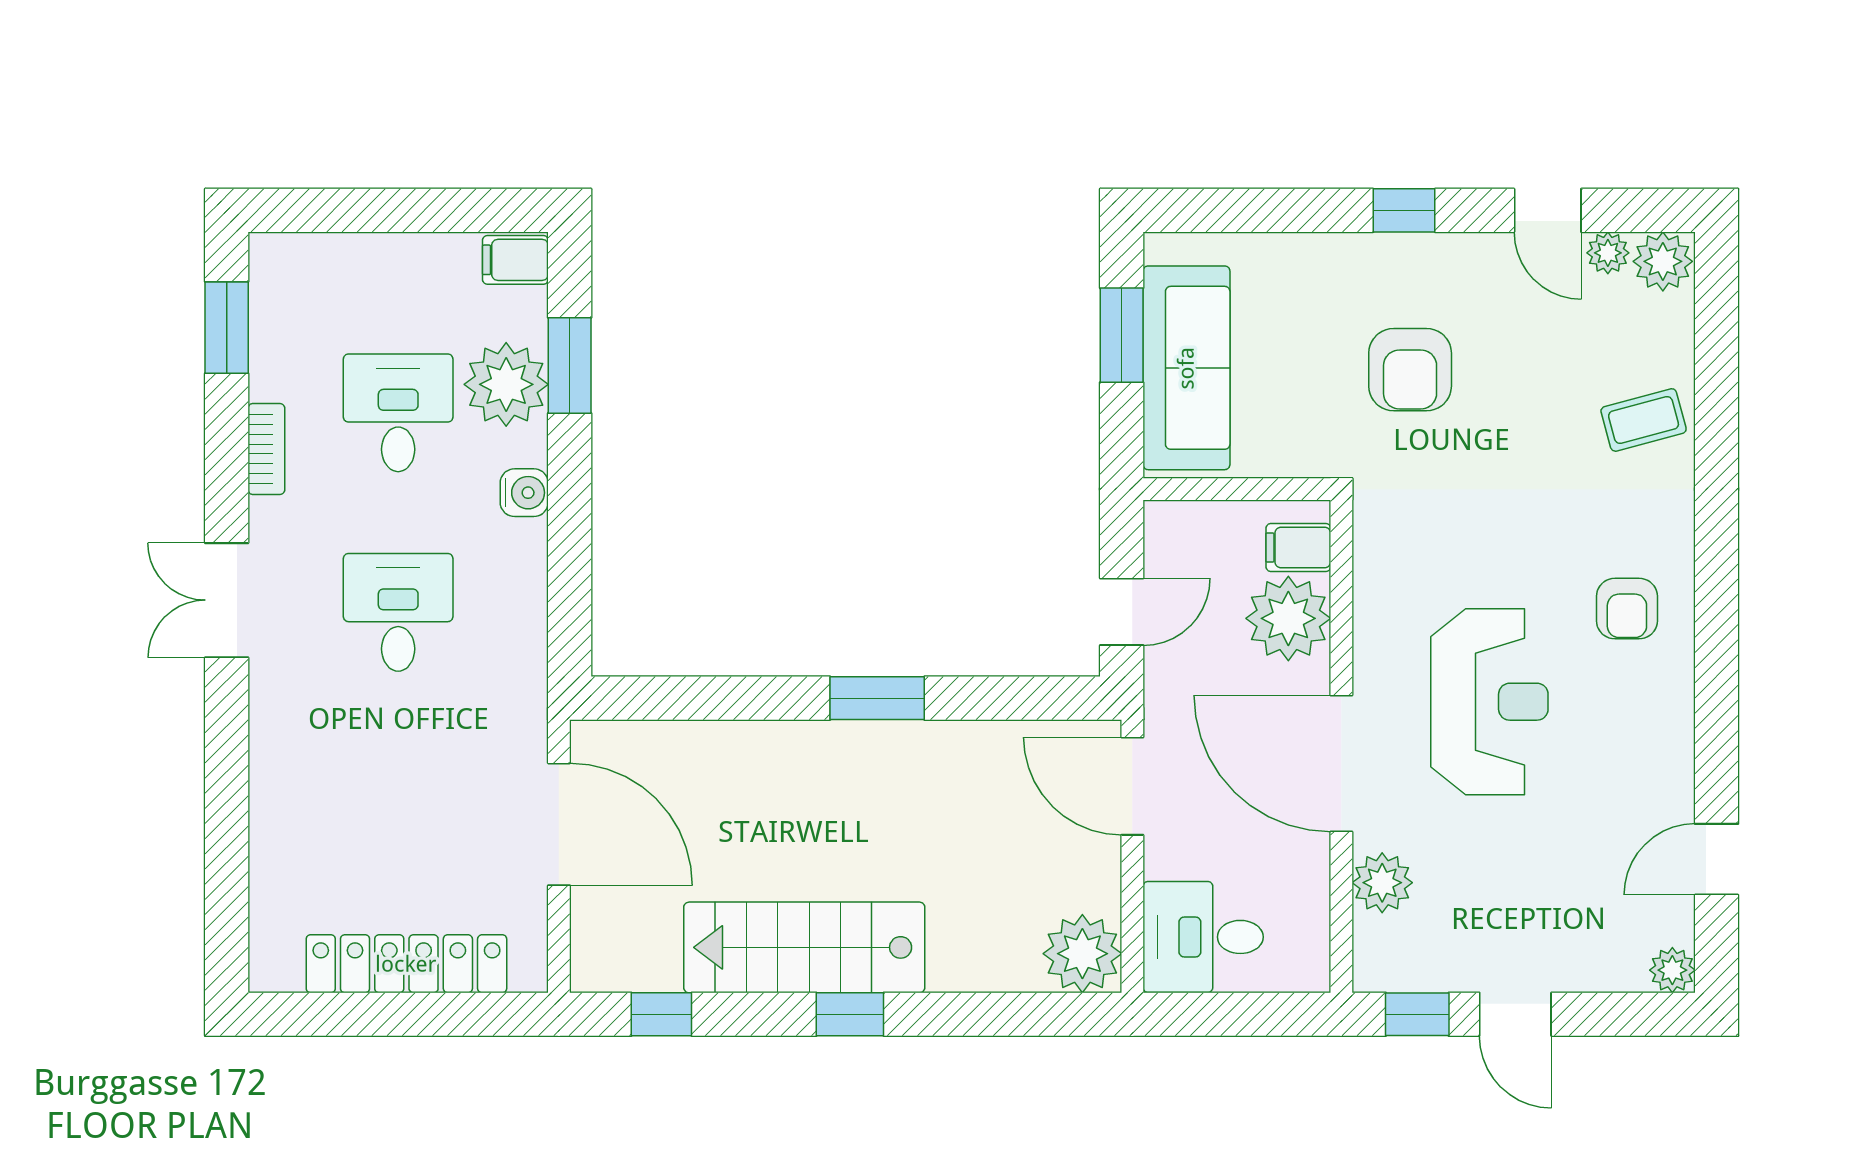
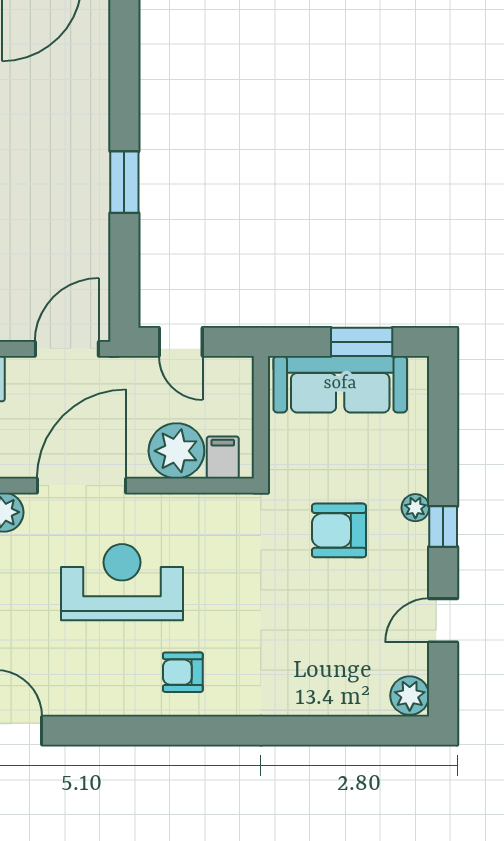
plant: (1608, 253) -> (415, 508), moved
coffee table: (1644, 420) -> (306, 683), removed
reception desk: (1489, 702) -> (122, 582), turned 180

